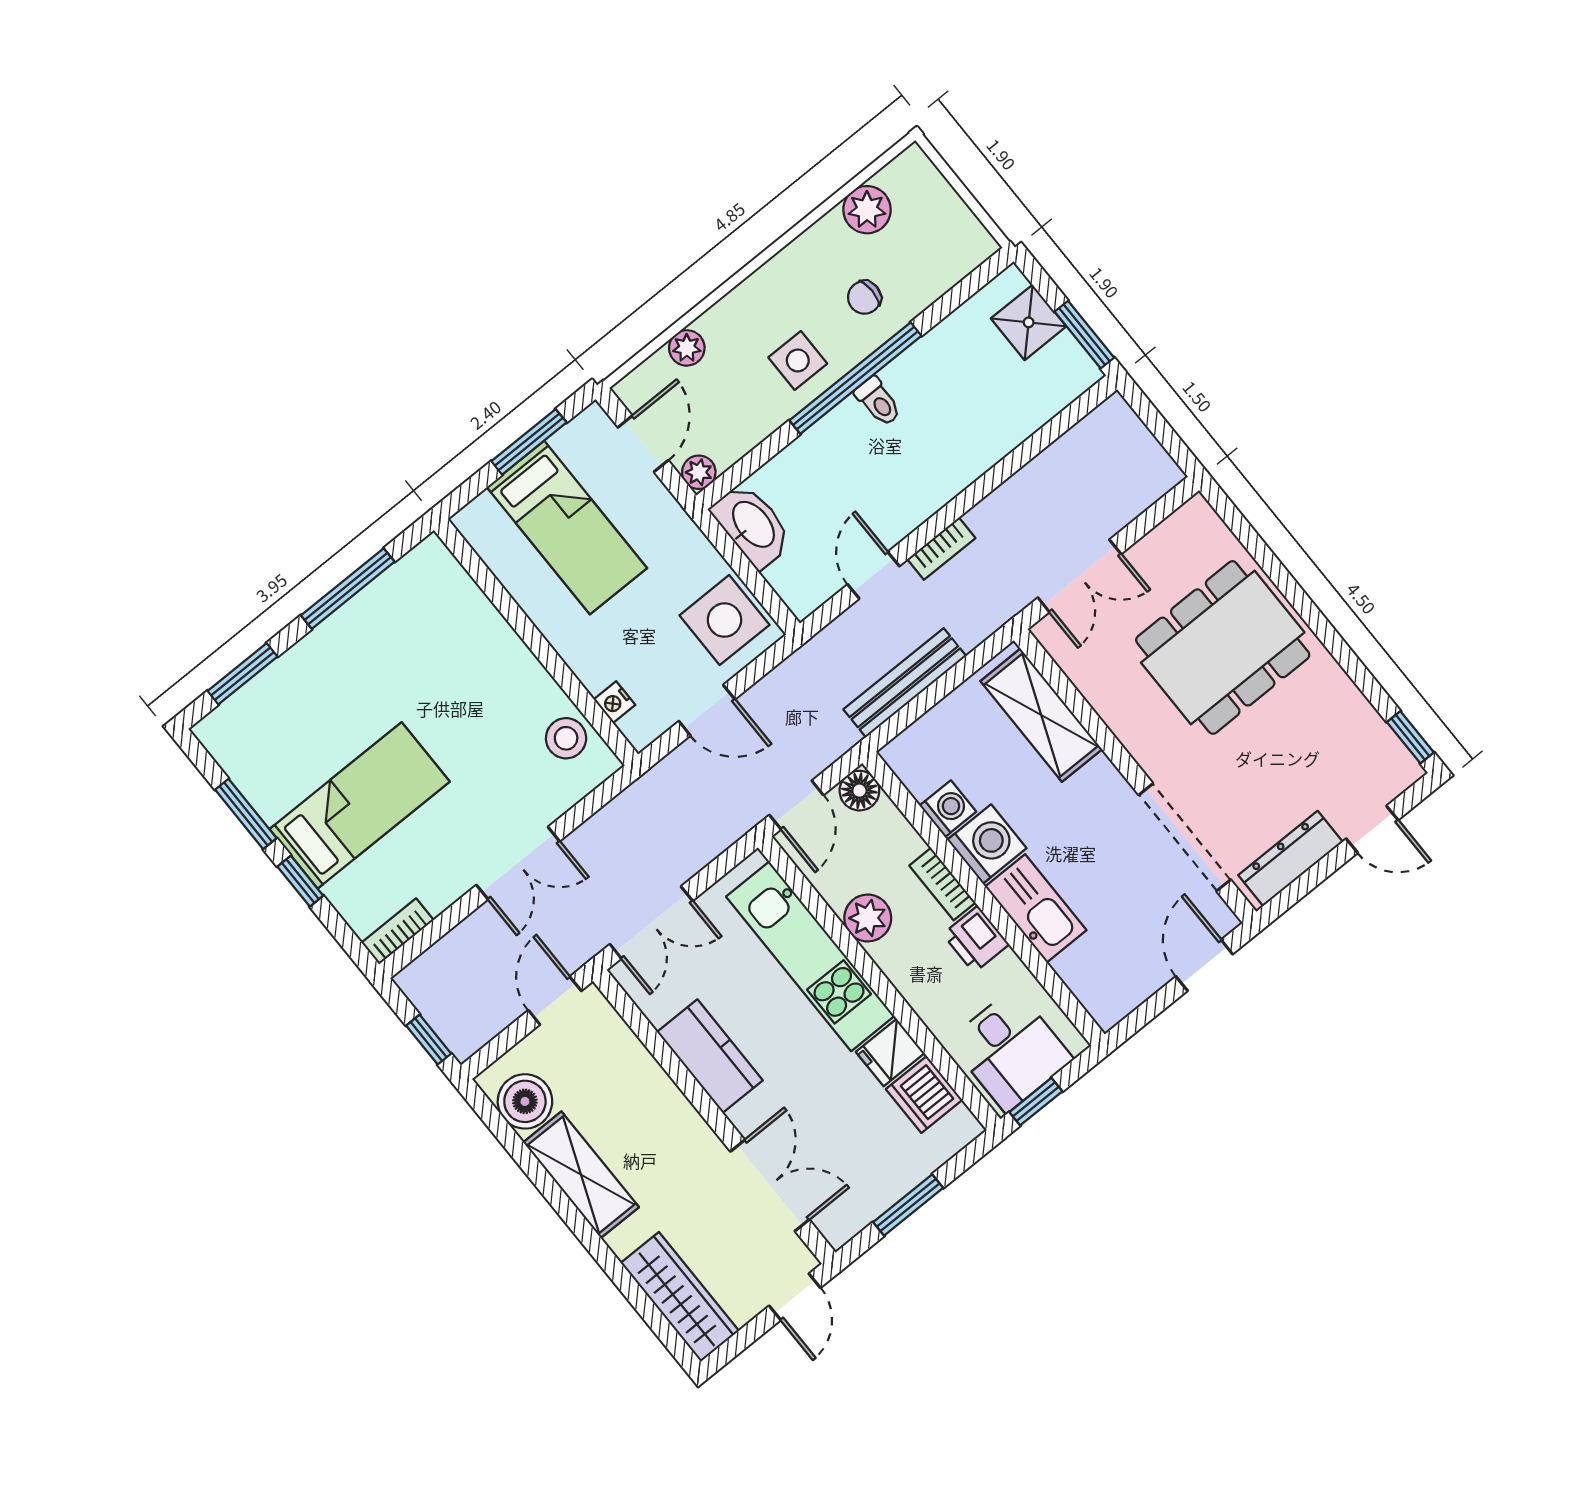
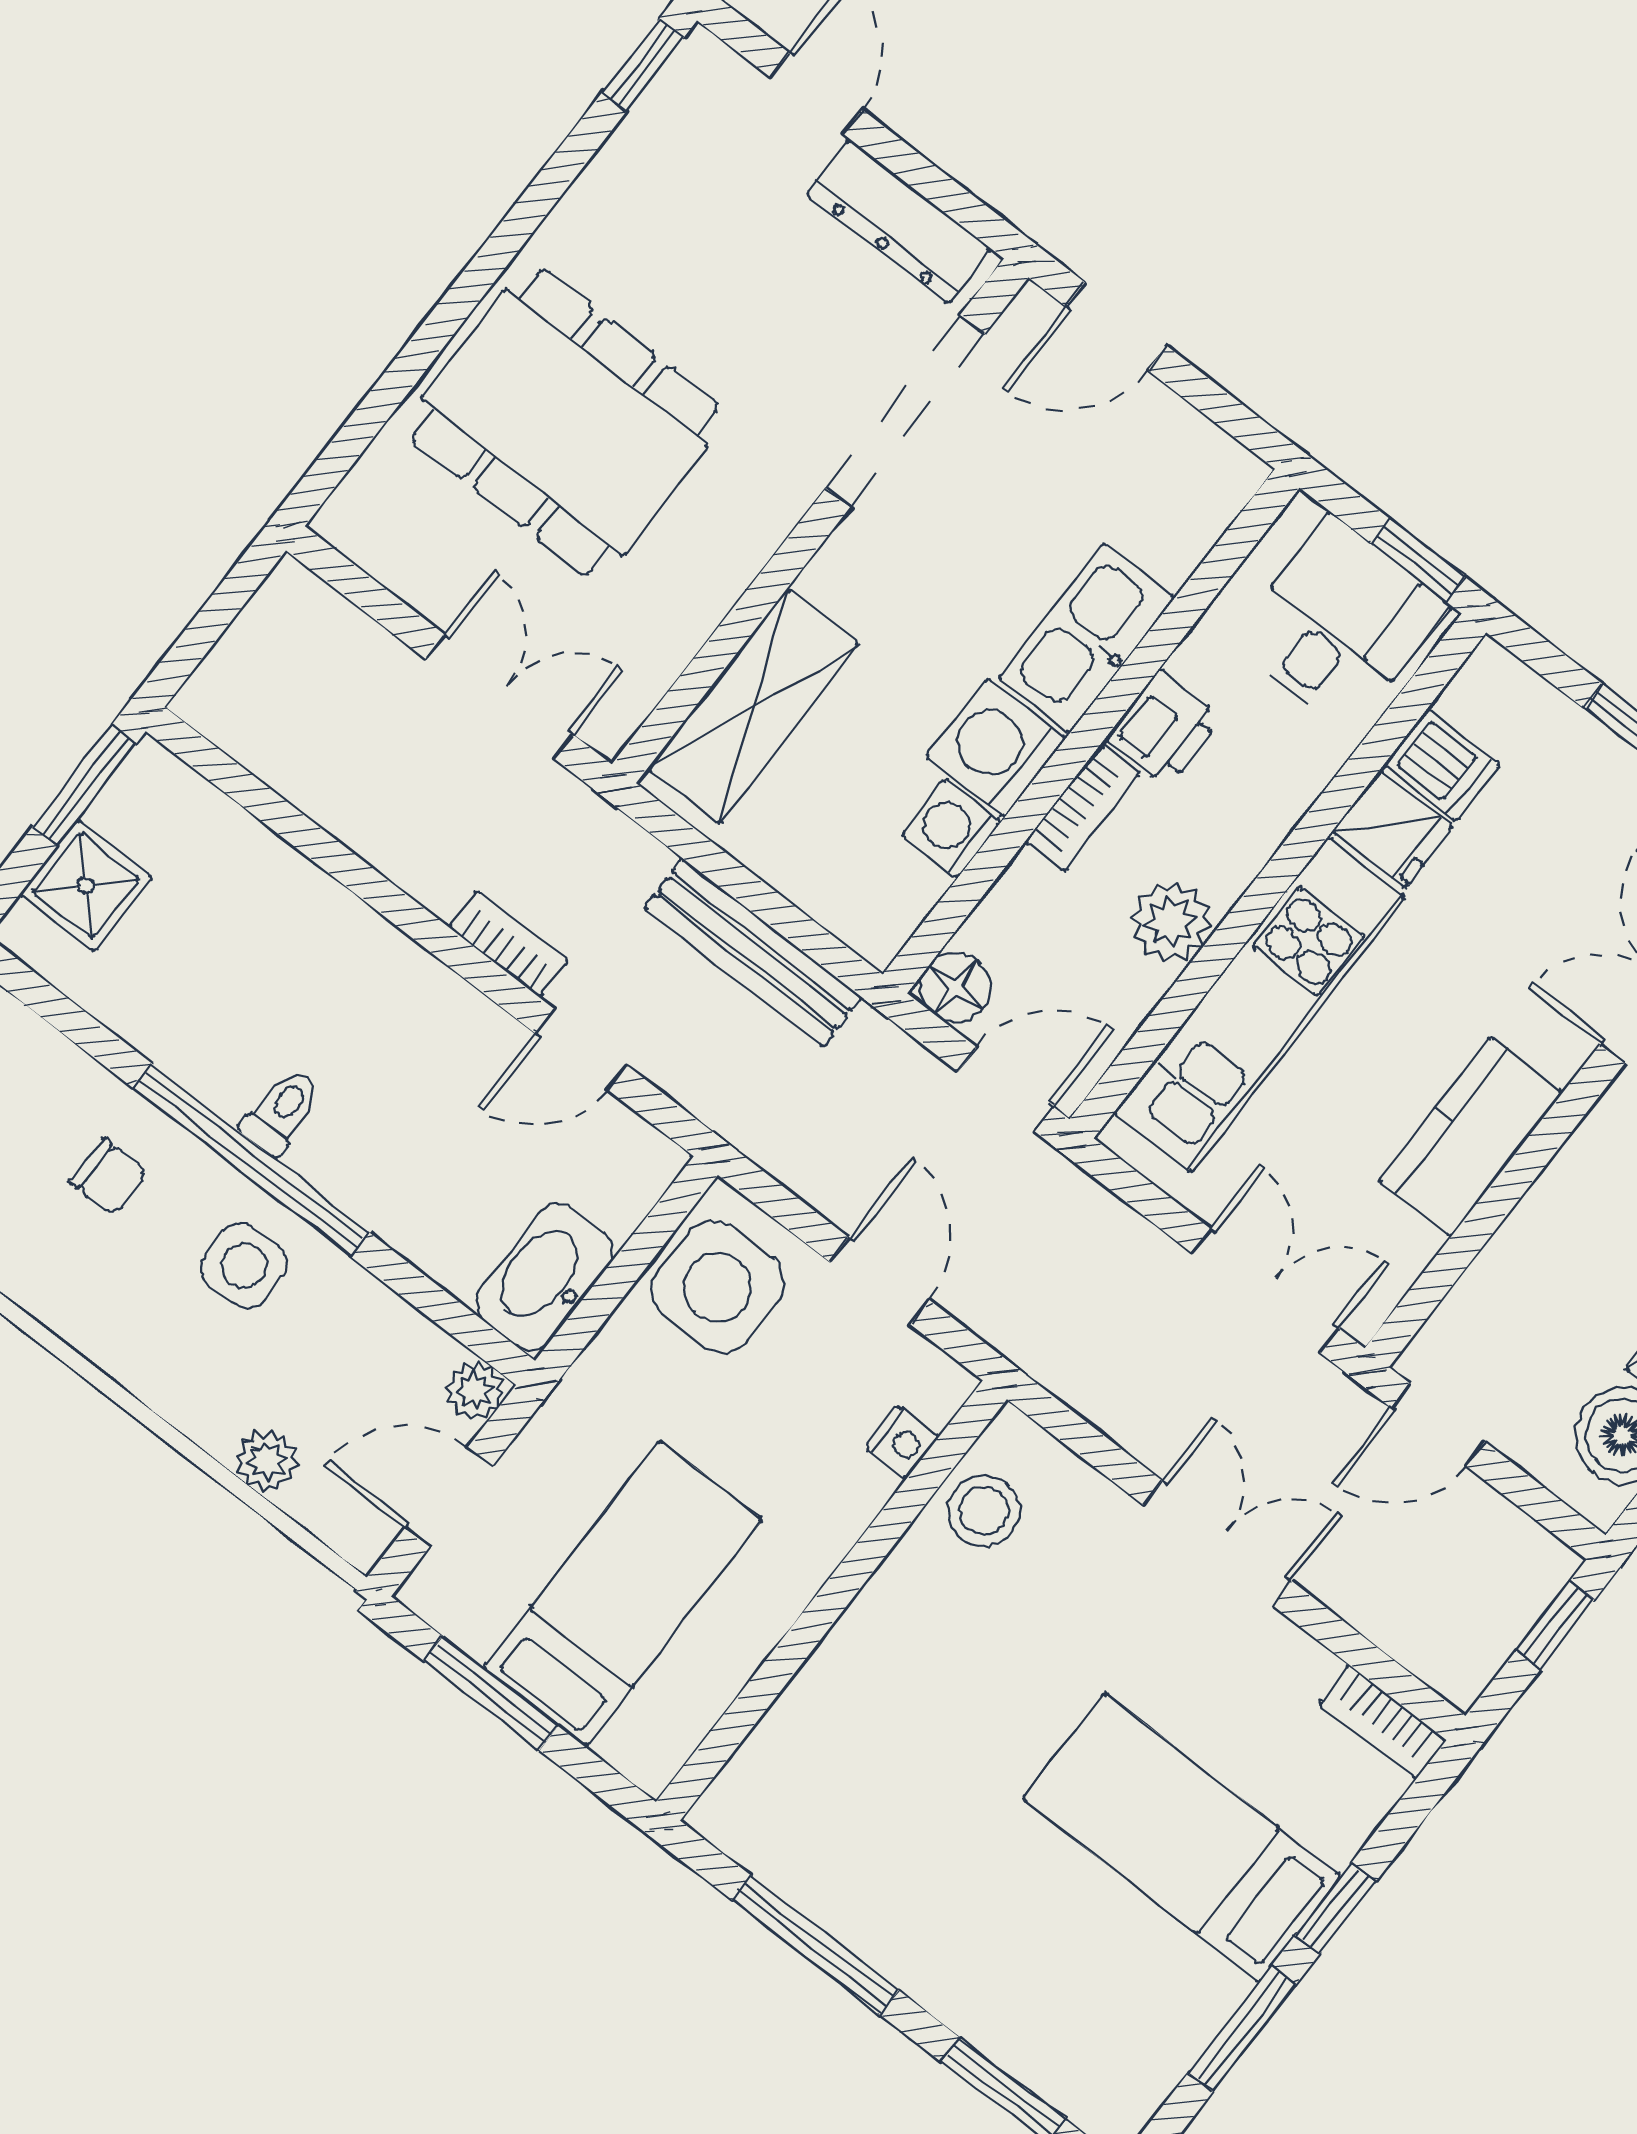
dishwasher: (924, 1094) -> (1442, 765), width x0.73

